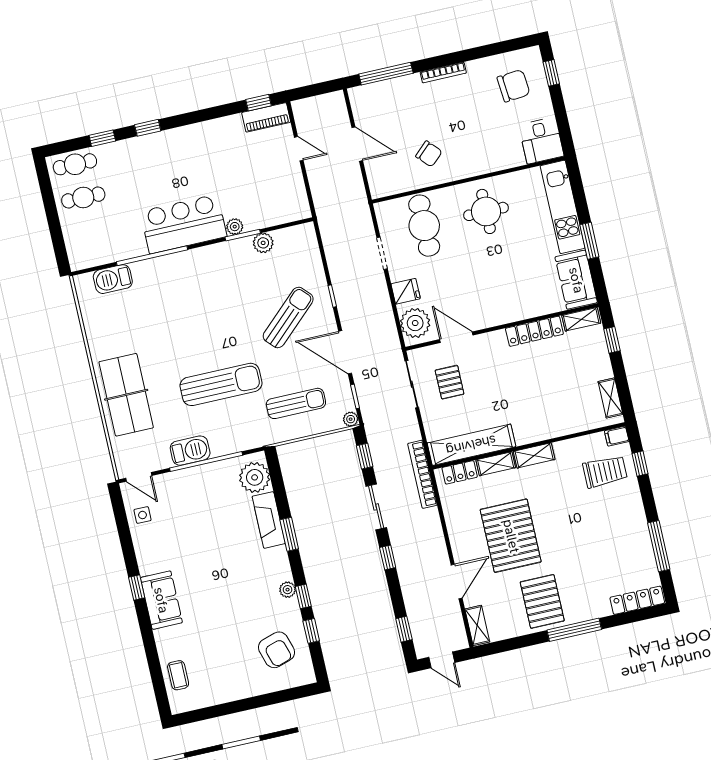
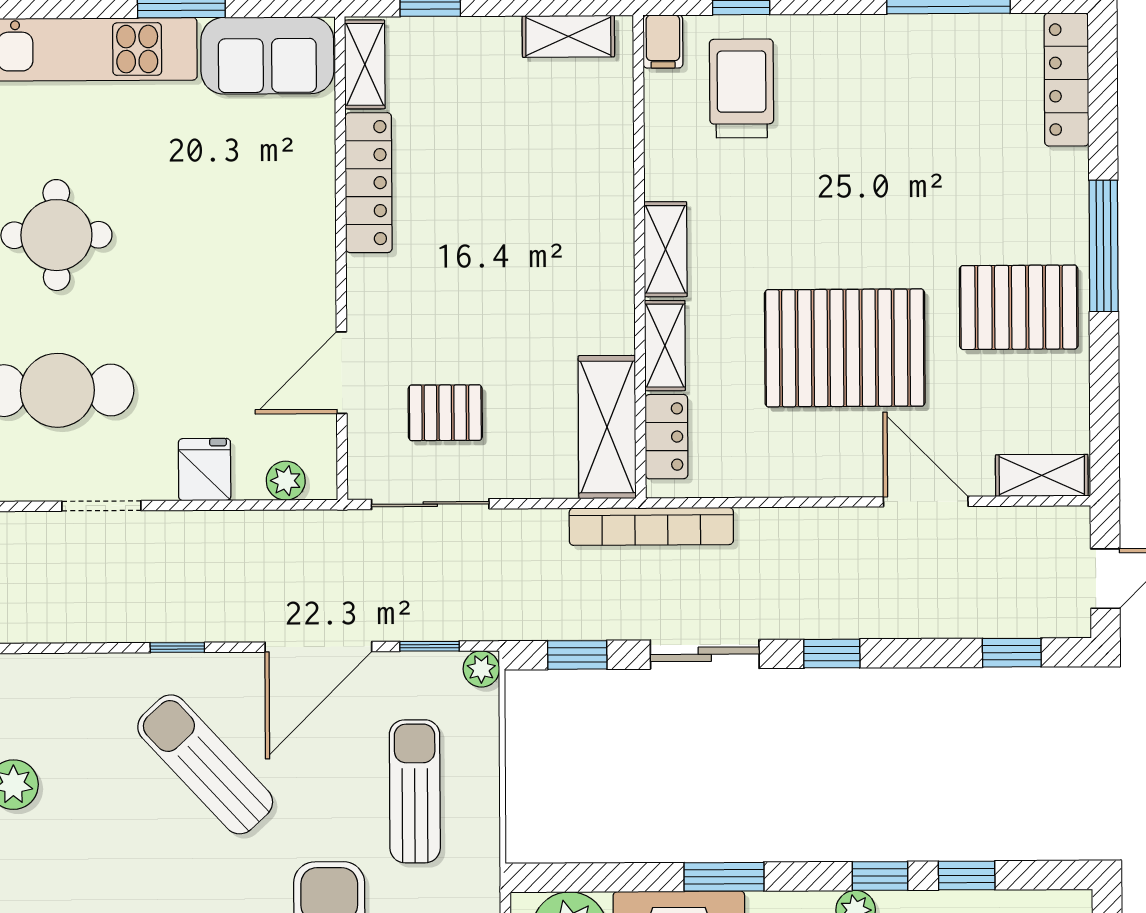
plant: (415, 323) -> (286, 481), width x0.53, depth x0.53
shelving: (471, 445) -> (607, 427), width x0.68

